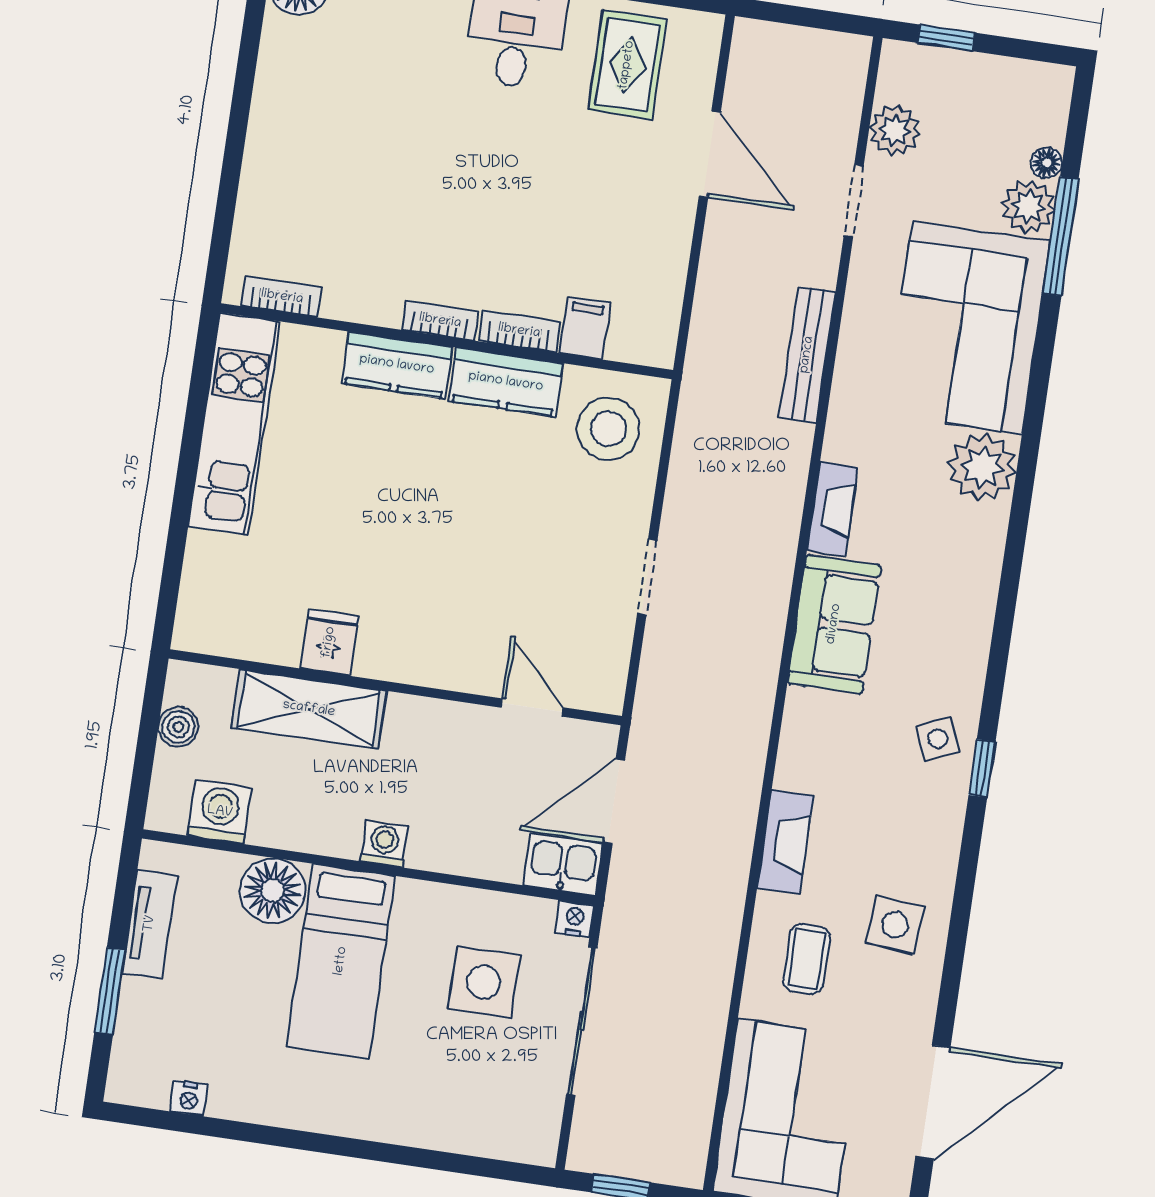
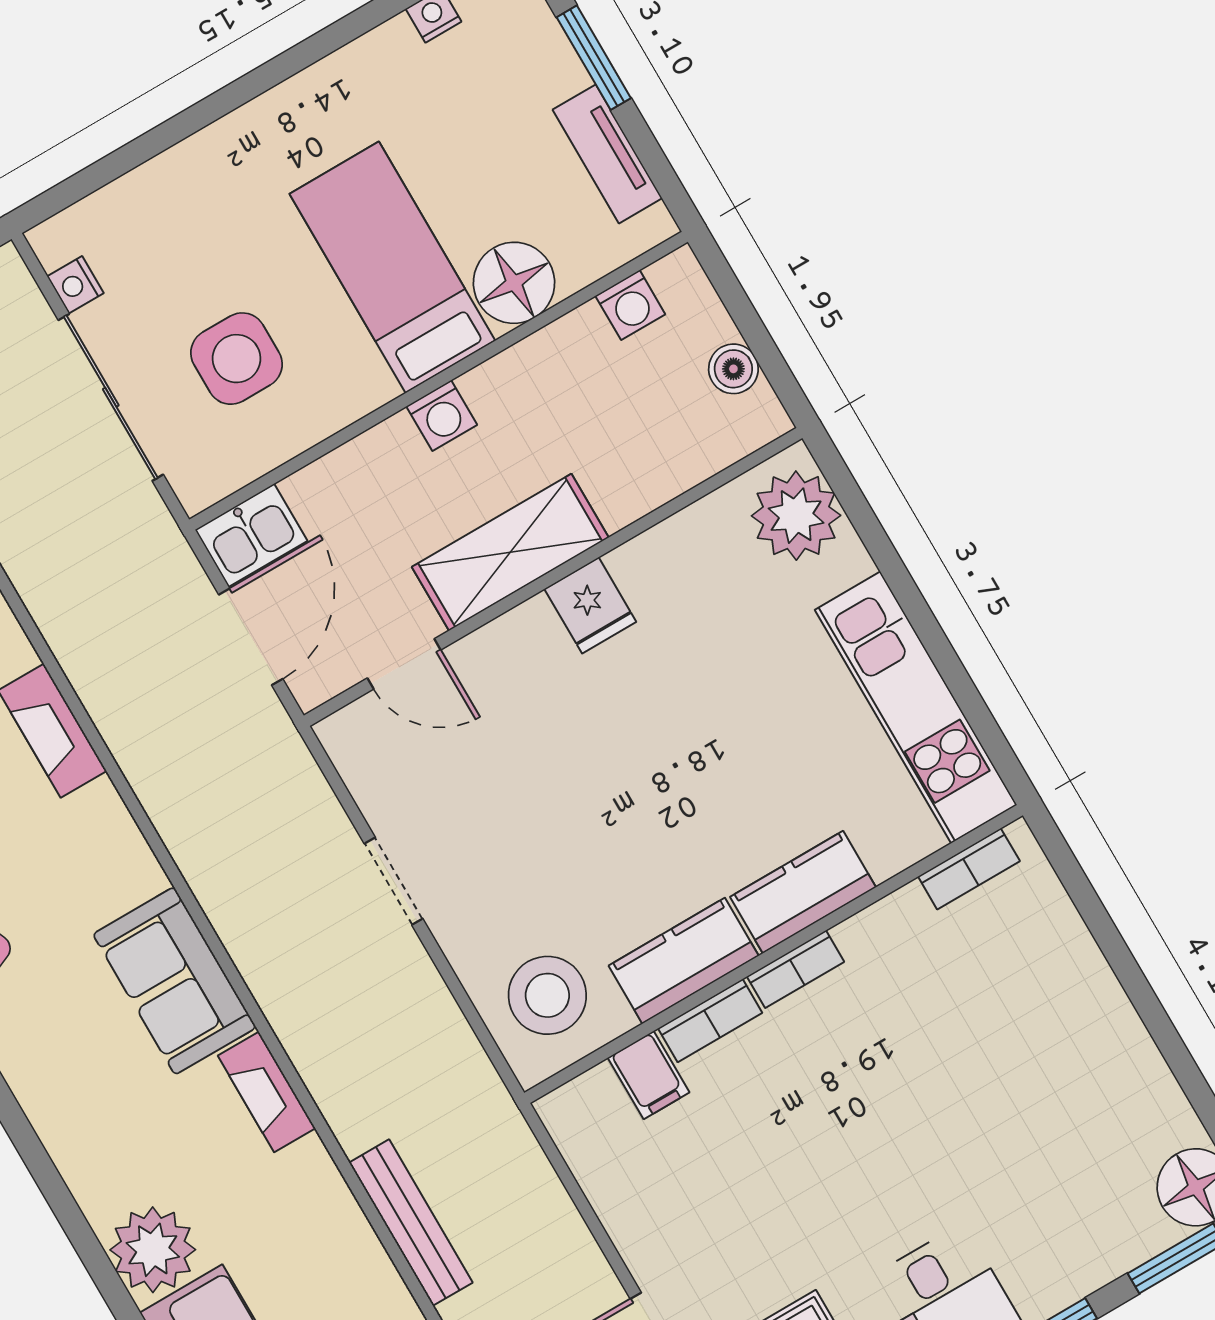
plant: (213, 604) -> (796, 516), added
fridge: (329, 642) -> (590, 605), moved
shelving: (309, 709) -> (510, 552), moved
washing machine: (220, 812) -> (630, 305), width x0.73, depth x0.73
nightstand: (575, 919) -> (75, 285), moved, turned 90

